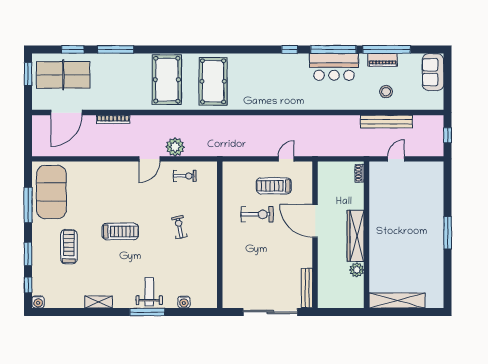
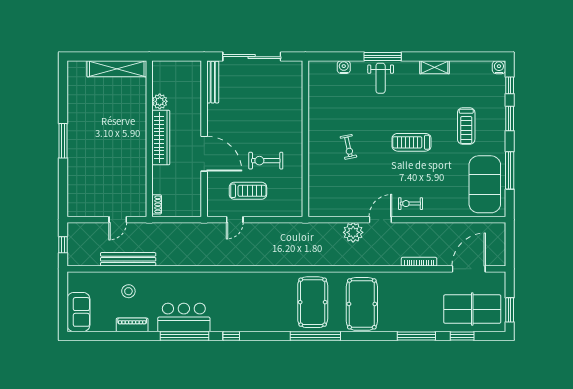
window: (387, 49) -> (315, 336), moved
exercise bike: (185, 176) -> (410, 204), moved

